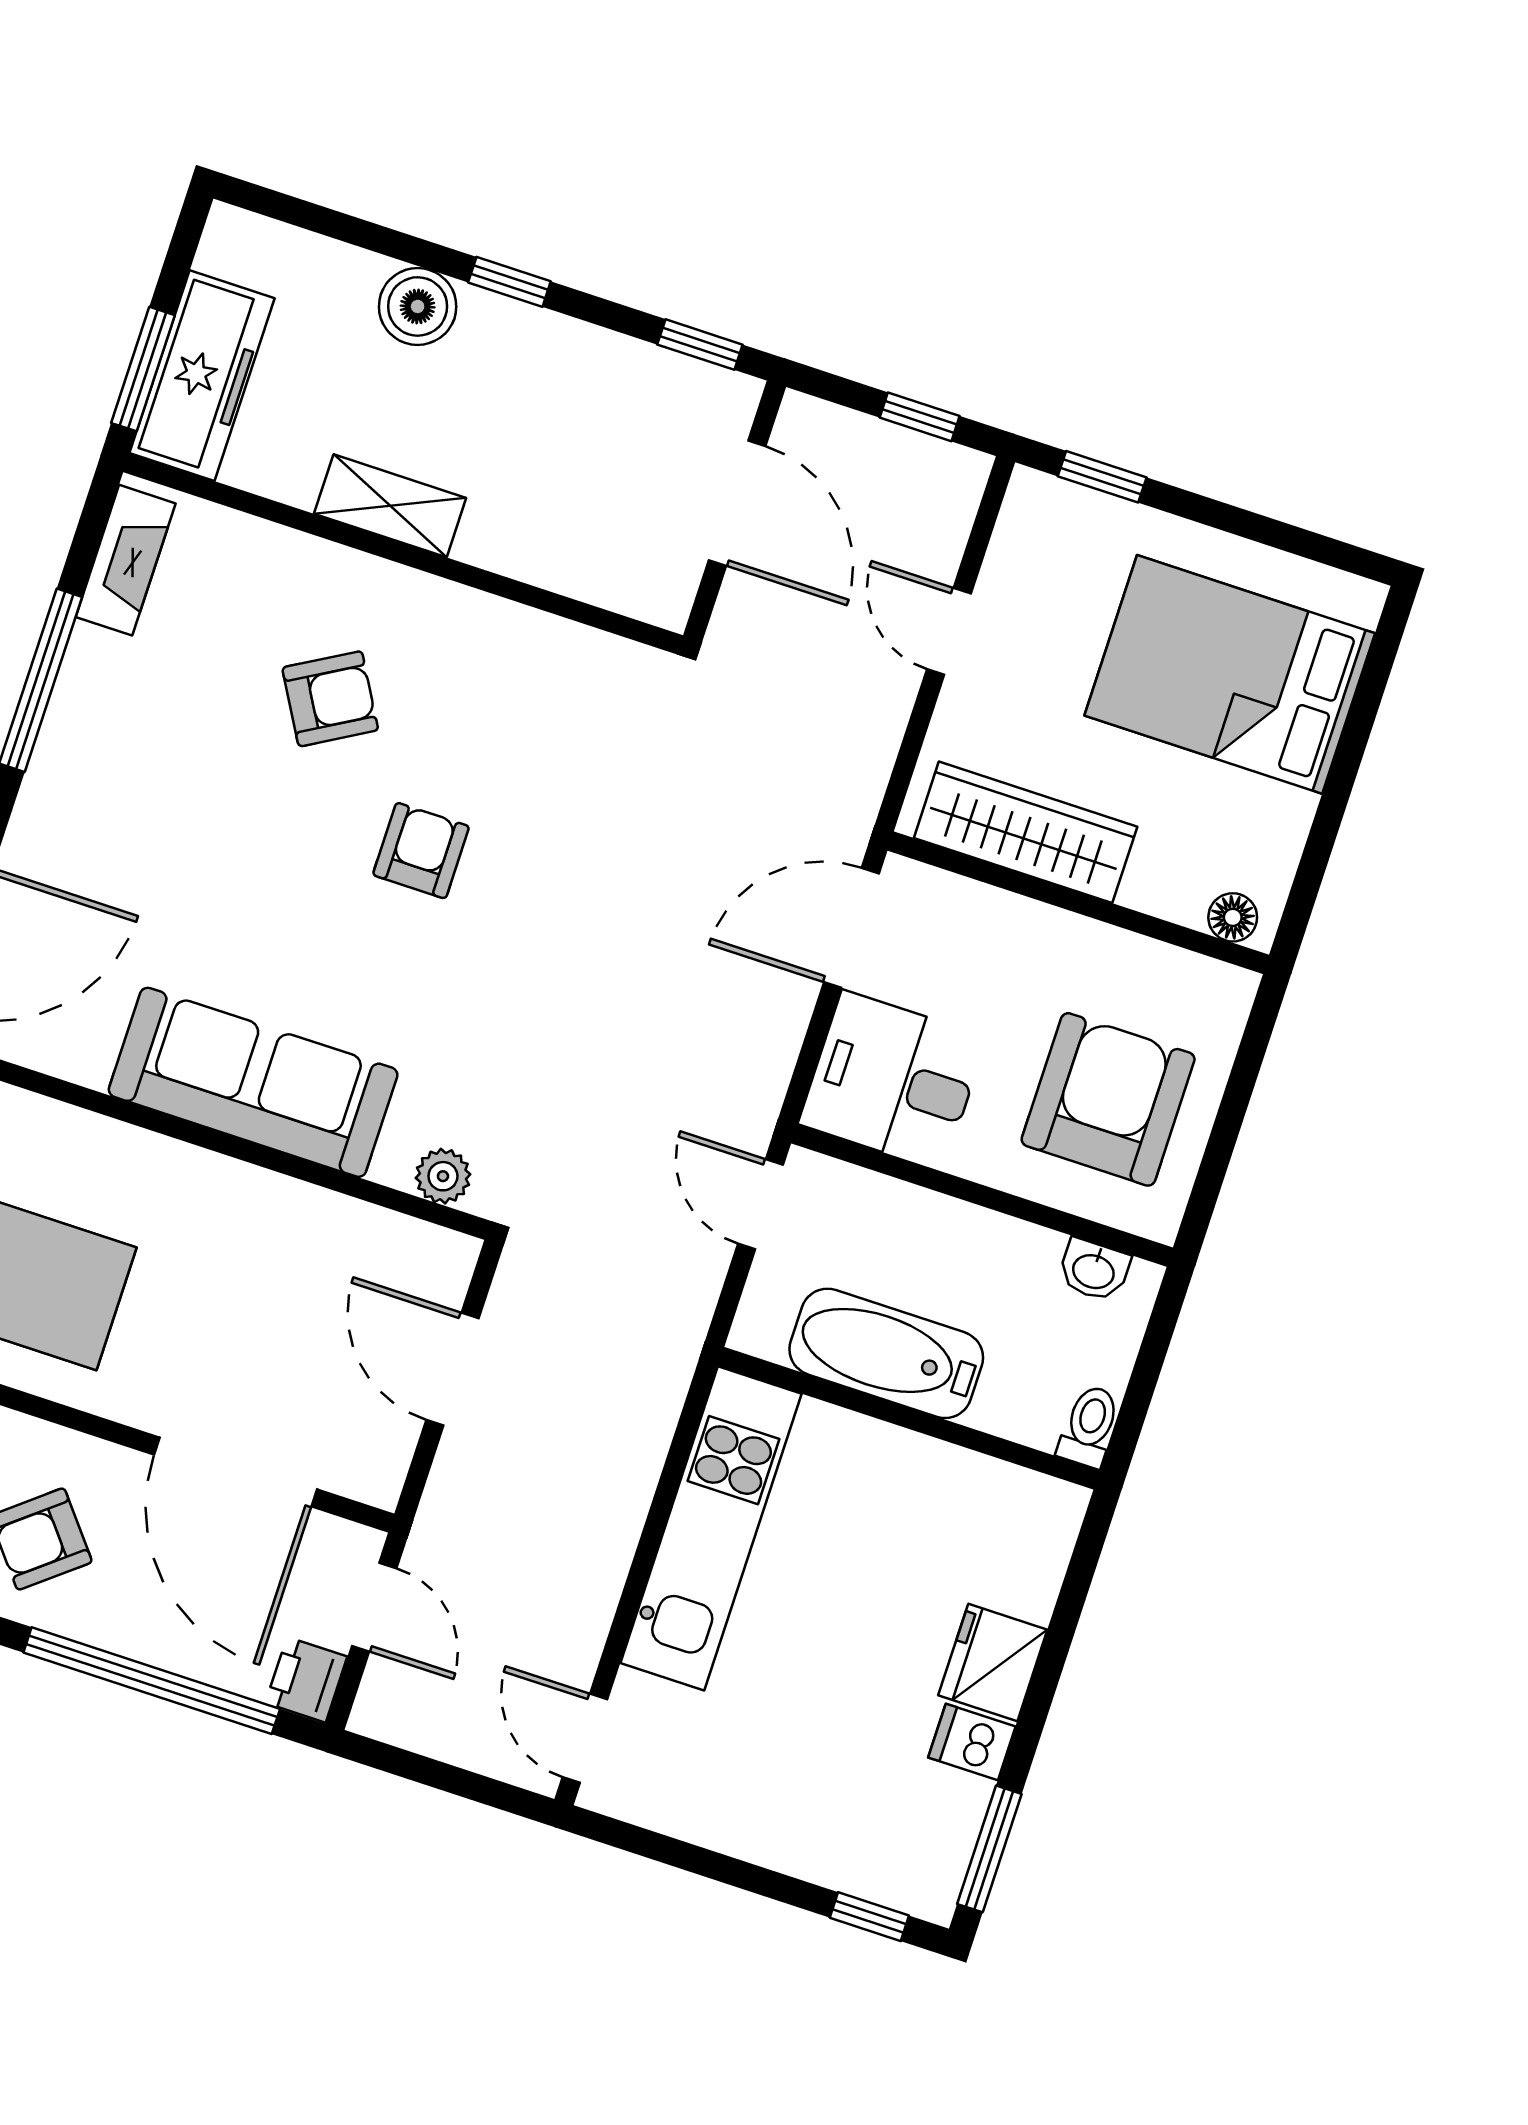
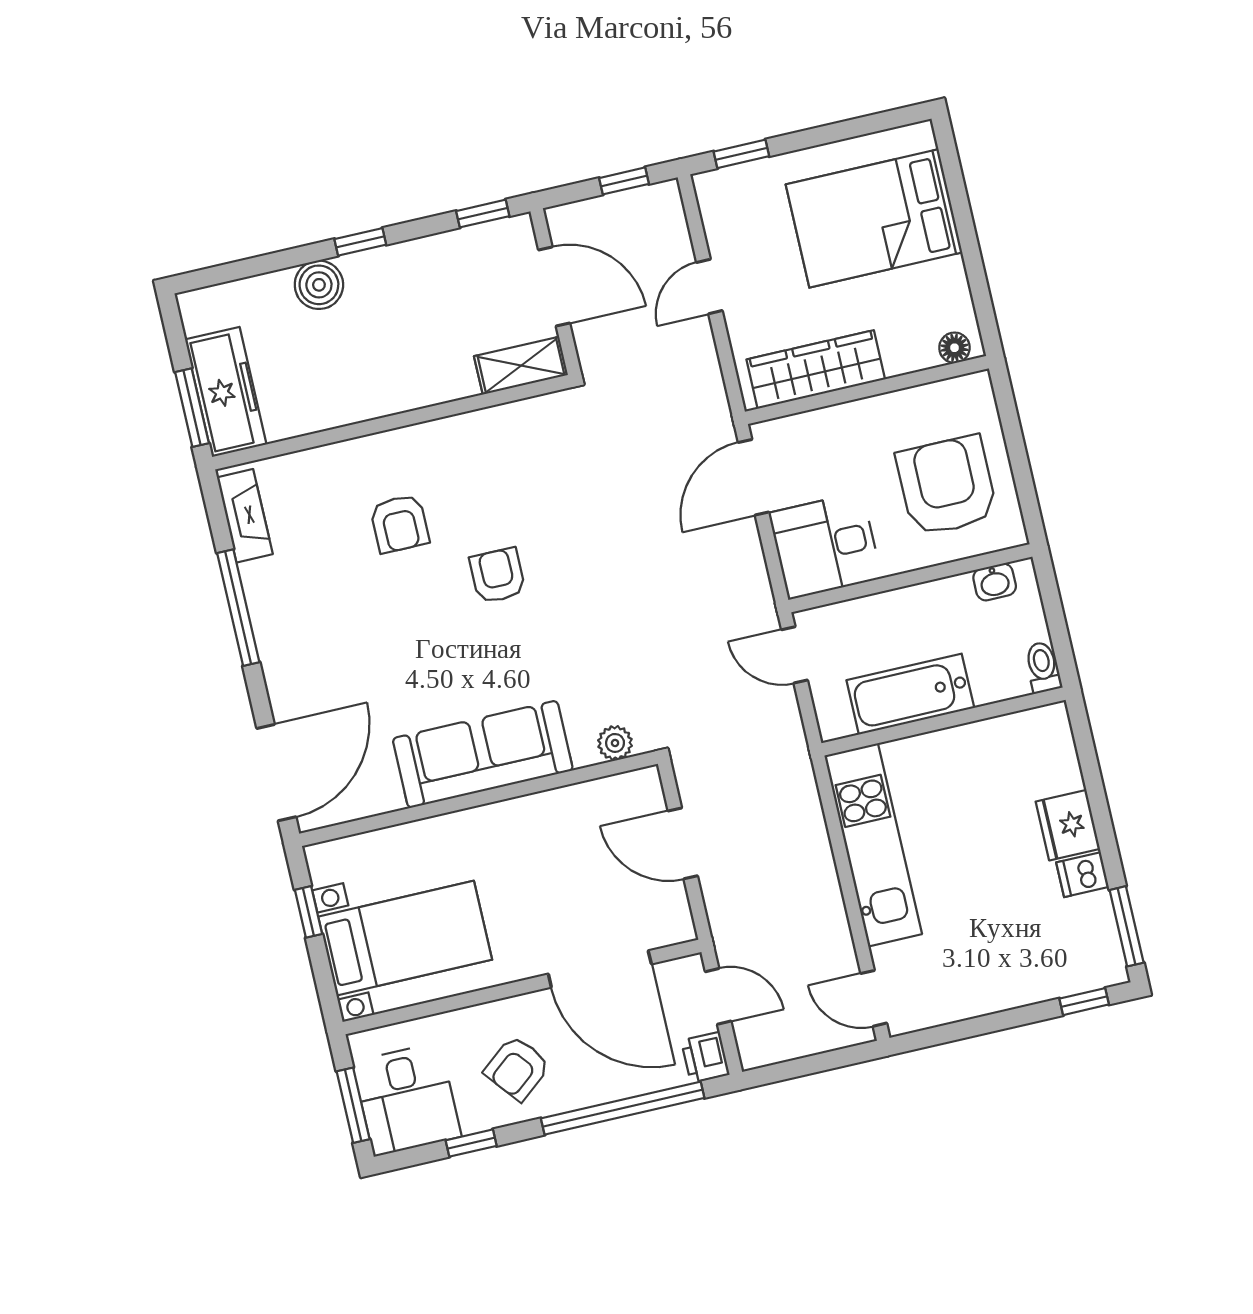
shelving: (390, 506) -> (521, 366), moved
door: (949, 631) -> (709, 287), hinge flipped
armchair: (330, 699) -> (400, 524), turned 120

